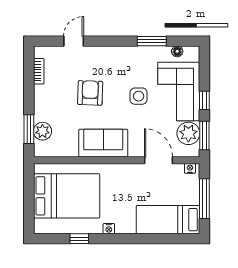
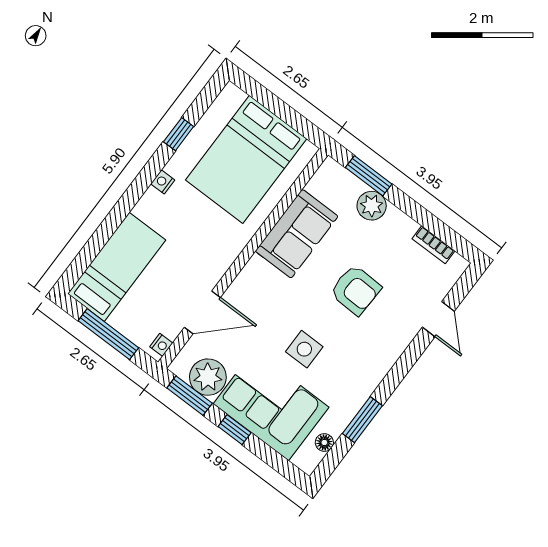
plant: (42, 131) -> (372, 206), moved
sofa: (103, 143) -> (297, 234), moved

